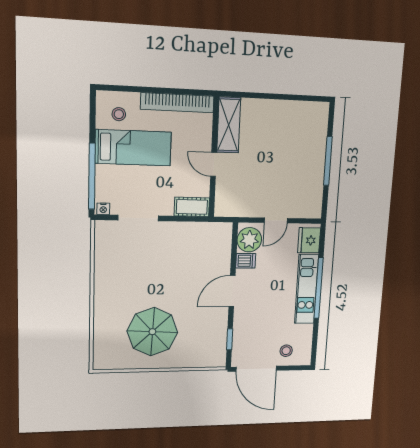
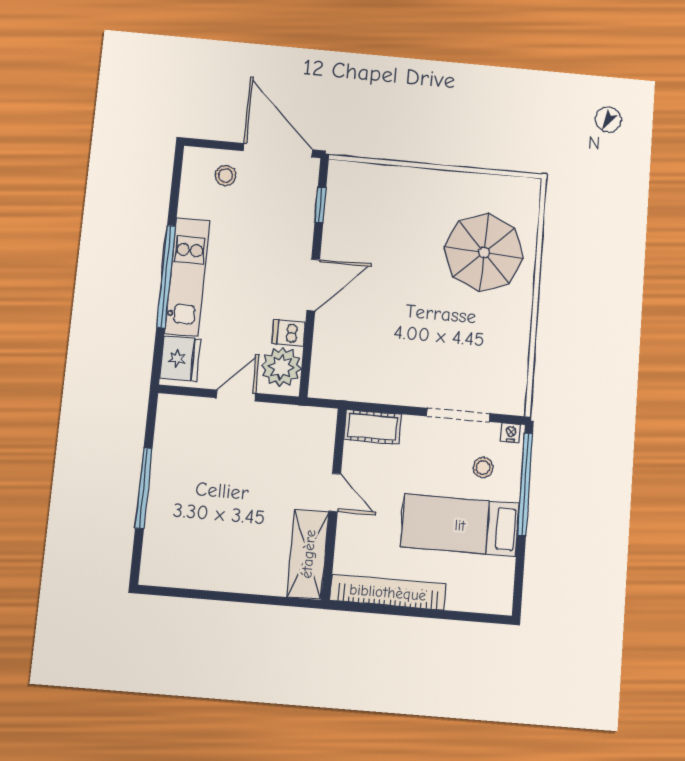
stool: (119, 114) -> (483, 467), moved
parasol: (152, 332) -> (484, 252), moved

